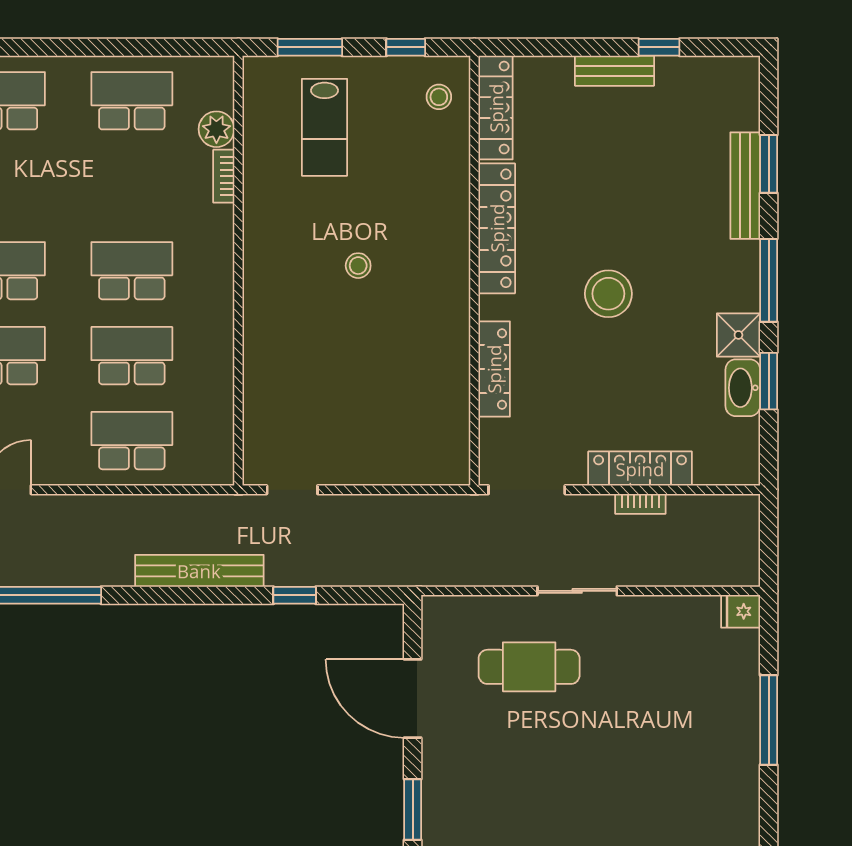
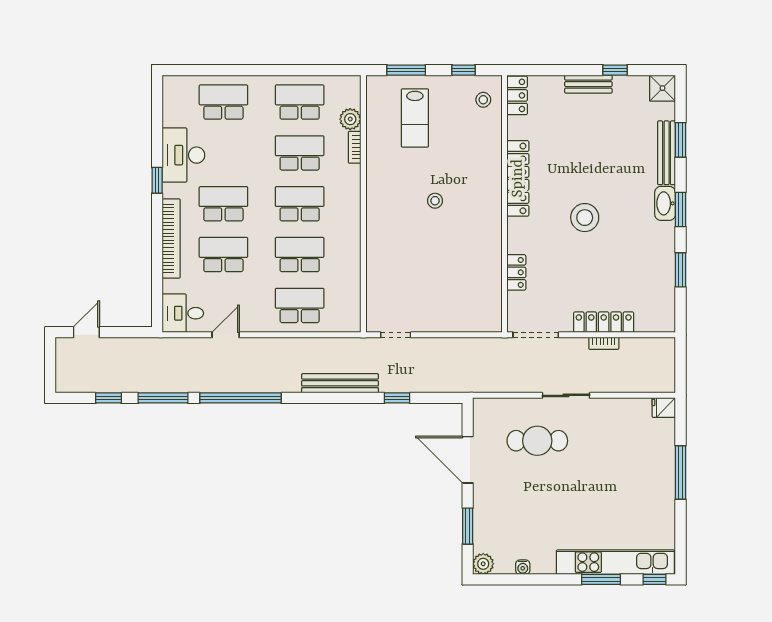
locker: (496, 108) -> (517, 95), width x0.66
school desk: (132, 186) -> (300, 153), added
window: (769, 280) -> (681, 210), width x0.69
shower: (738, 335) -> (663, 88), moved
locker: (494, 369) -> (516, 272), width x0.66
washbasin: (743, 388) -> (665, 203), moved

